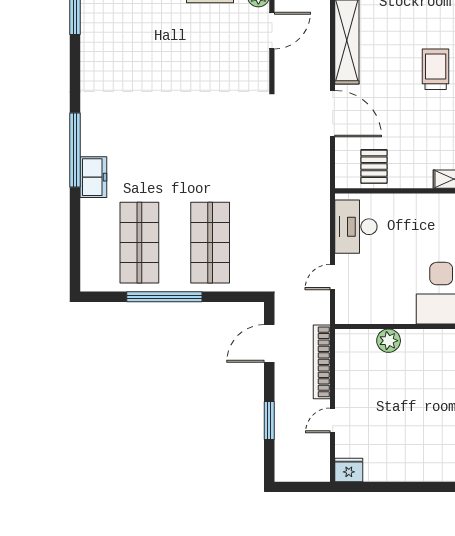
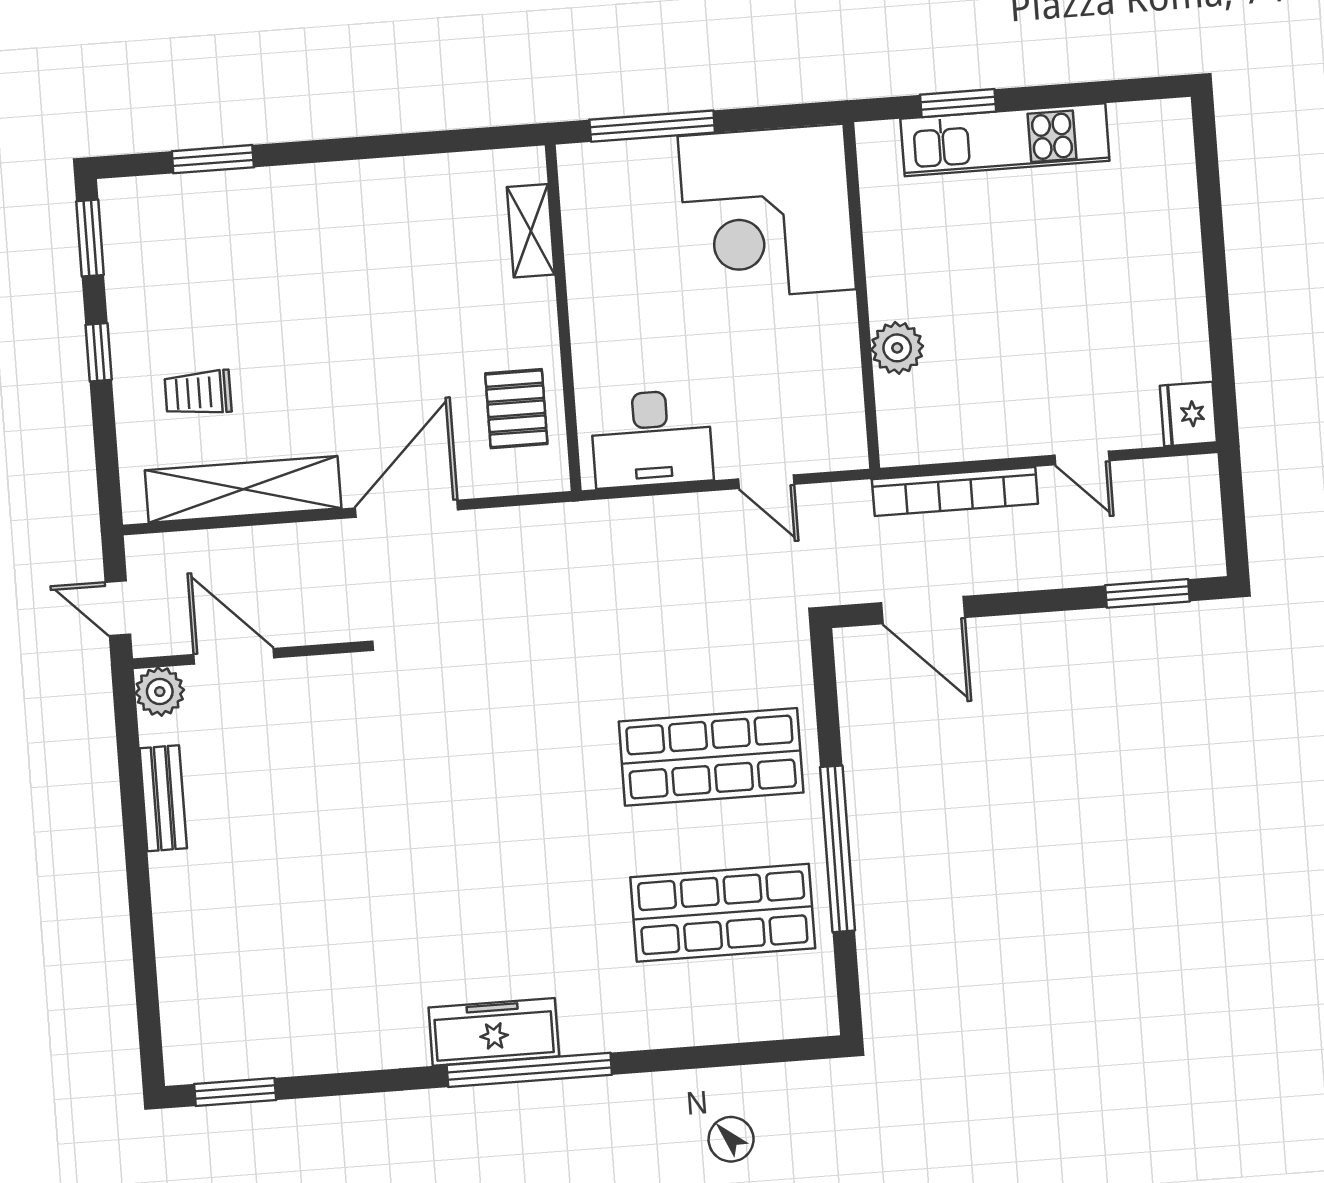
trolley: (436, 69) -> (198, 393), moved, width x0.73, depth x0.72
pallet: (374, 167) -> (516, 409), turned 90
freezer: (93, 177) -> (494, 1032), moved, width x1.40
window: (269, 421) -> (1147, 593), moved

